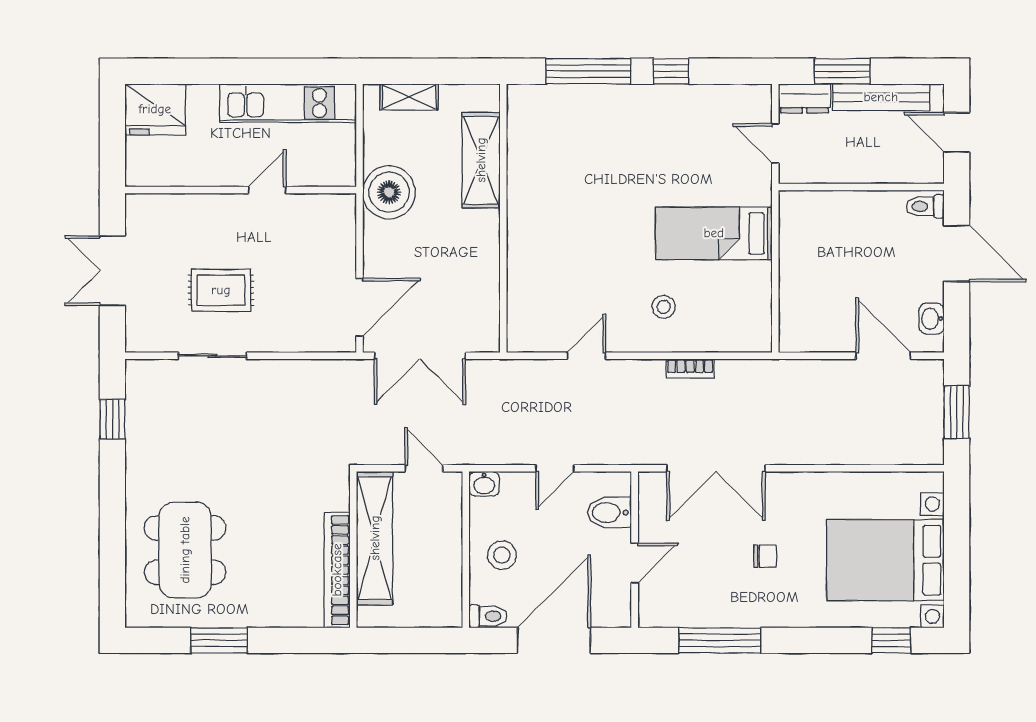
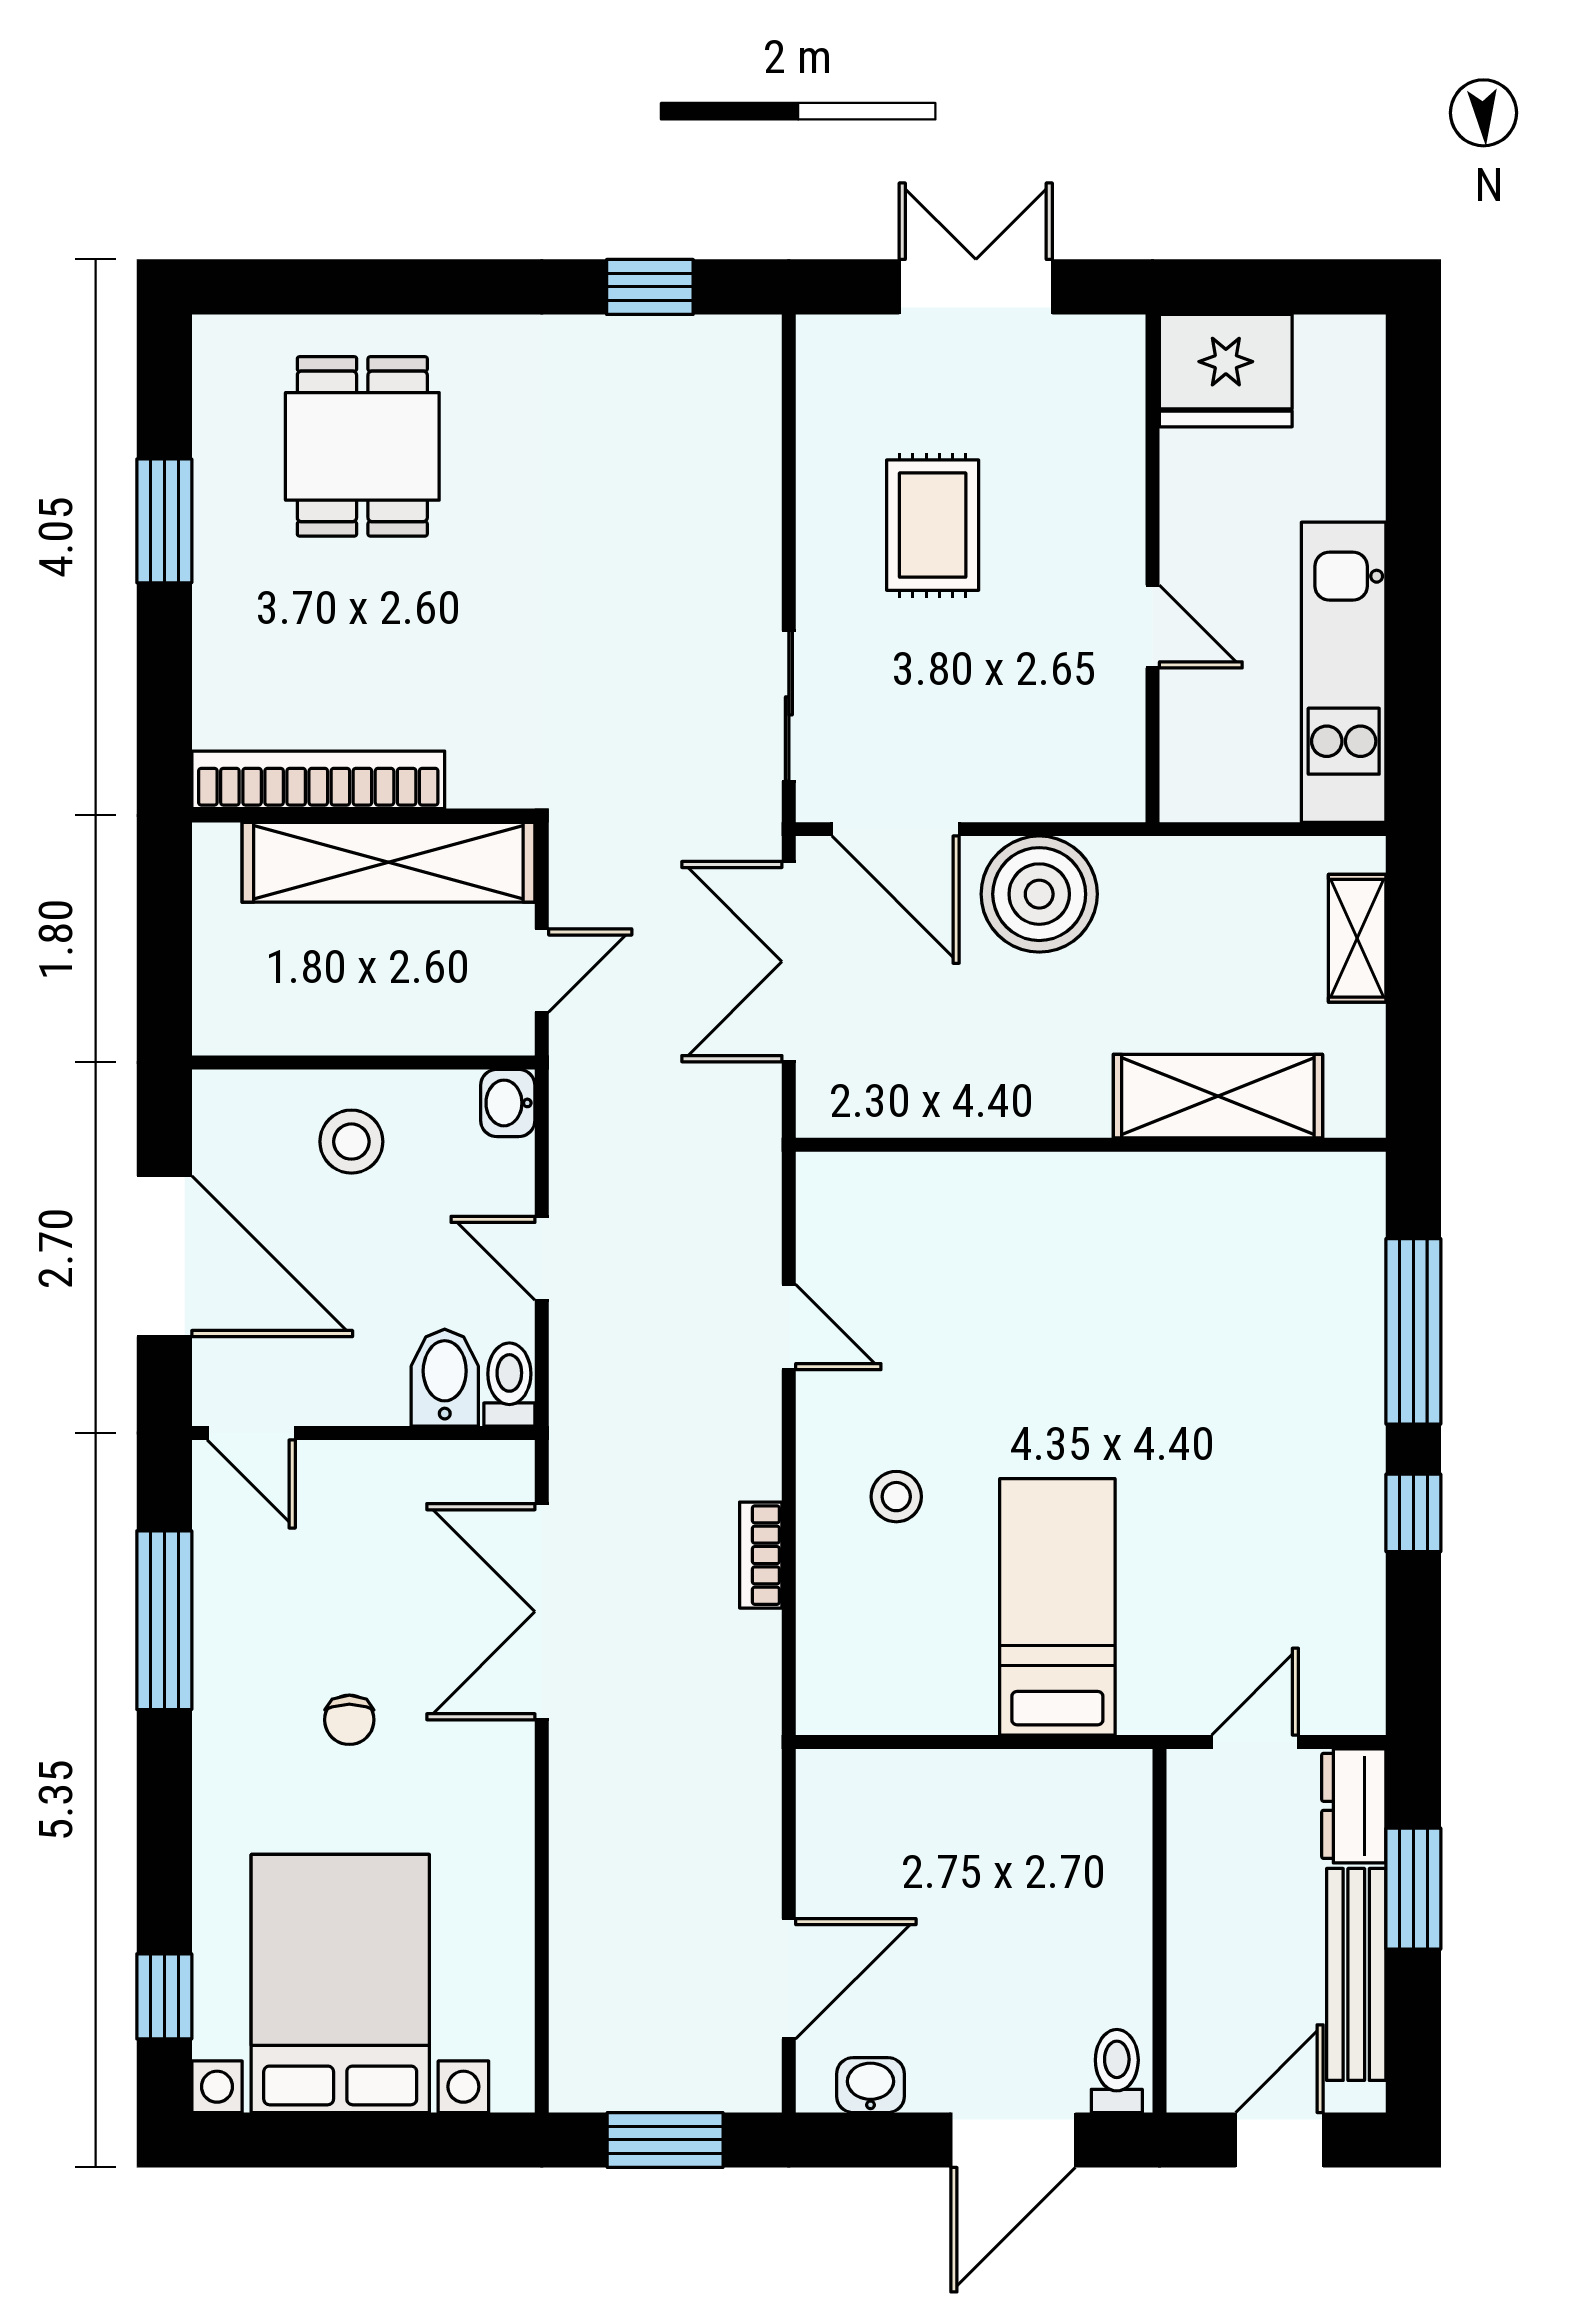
fridge: (155, 109) -> (1226, 371), moved, turned -90
boiler: (389, 192) -> (1039, 894), moved
sliding door: (212, 356) -> (789, 706), moved
dining table: (185, 550) -> (362, 446), width x0.73
door: (635, 563) -> (251, 1433), moved
toilet: (488, 616) -> (509, 1385), moved, turned 180

